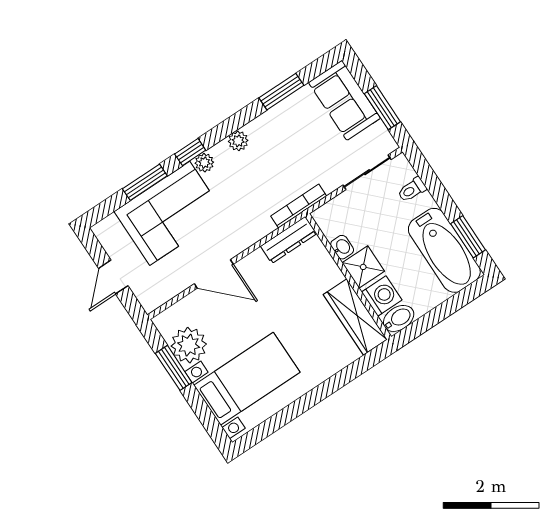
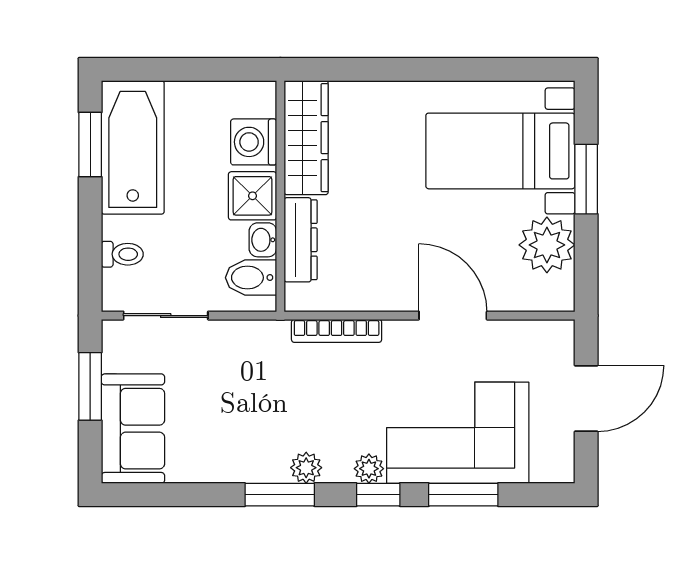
window: (281, 92) -> (280, 495), moved
bookcase: (299, 206) -> (337, 331), moved
dresser: (289, 240) -> (301, 240), moved, turned 90
door: (113, 277) -> (586, 398), width x1.38
bidet: (399, 318) -> (251, 278), moved
window: (174, 368) -> (586, 179), moved

